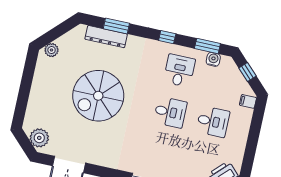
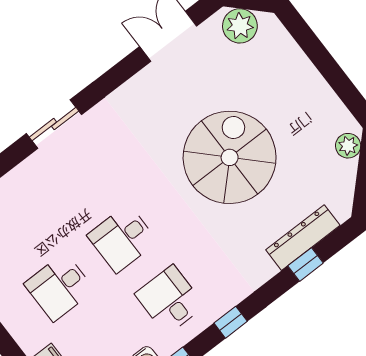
window: (116, 26) -> (306, 264), width x0.67
desk: (179, 71) -> (170, 300), turned 180

